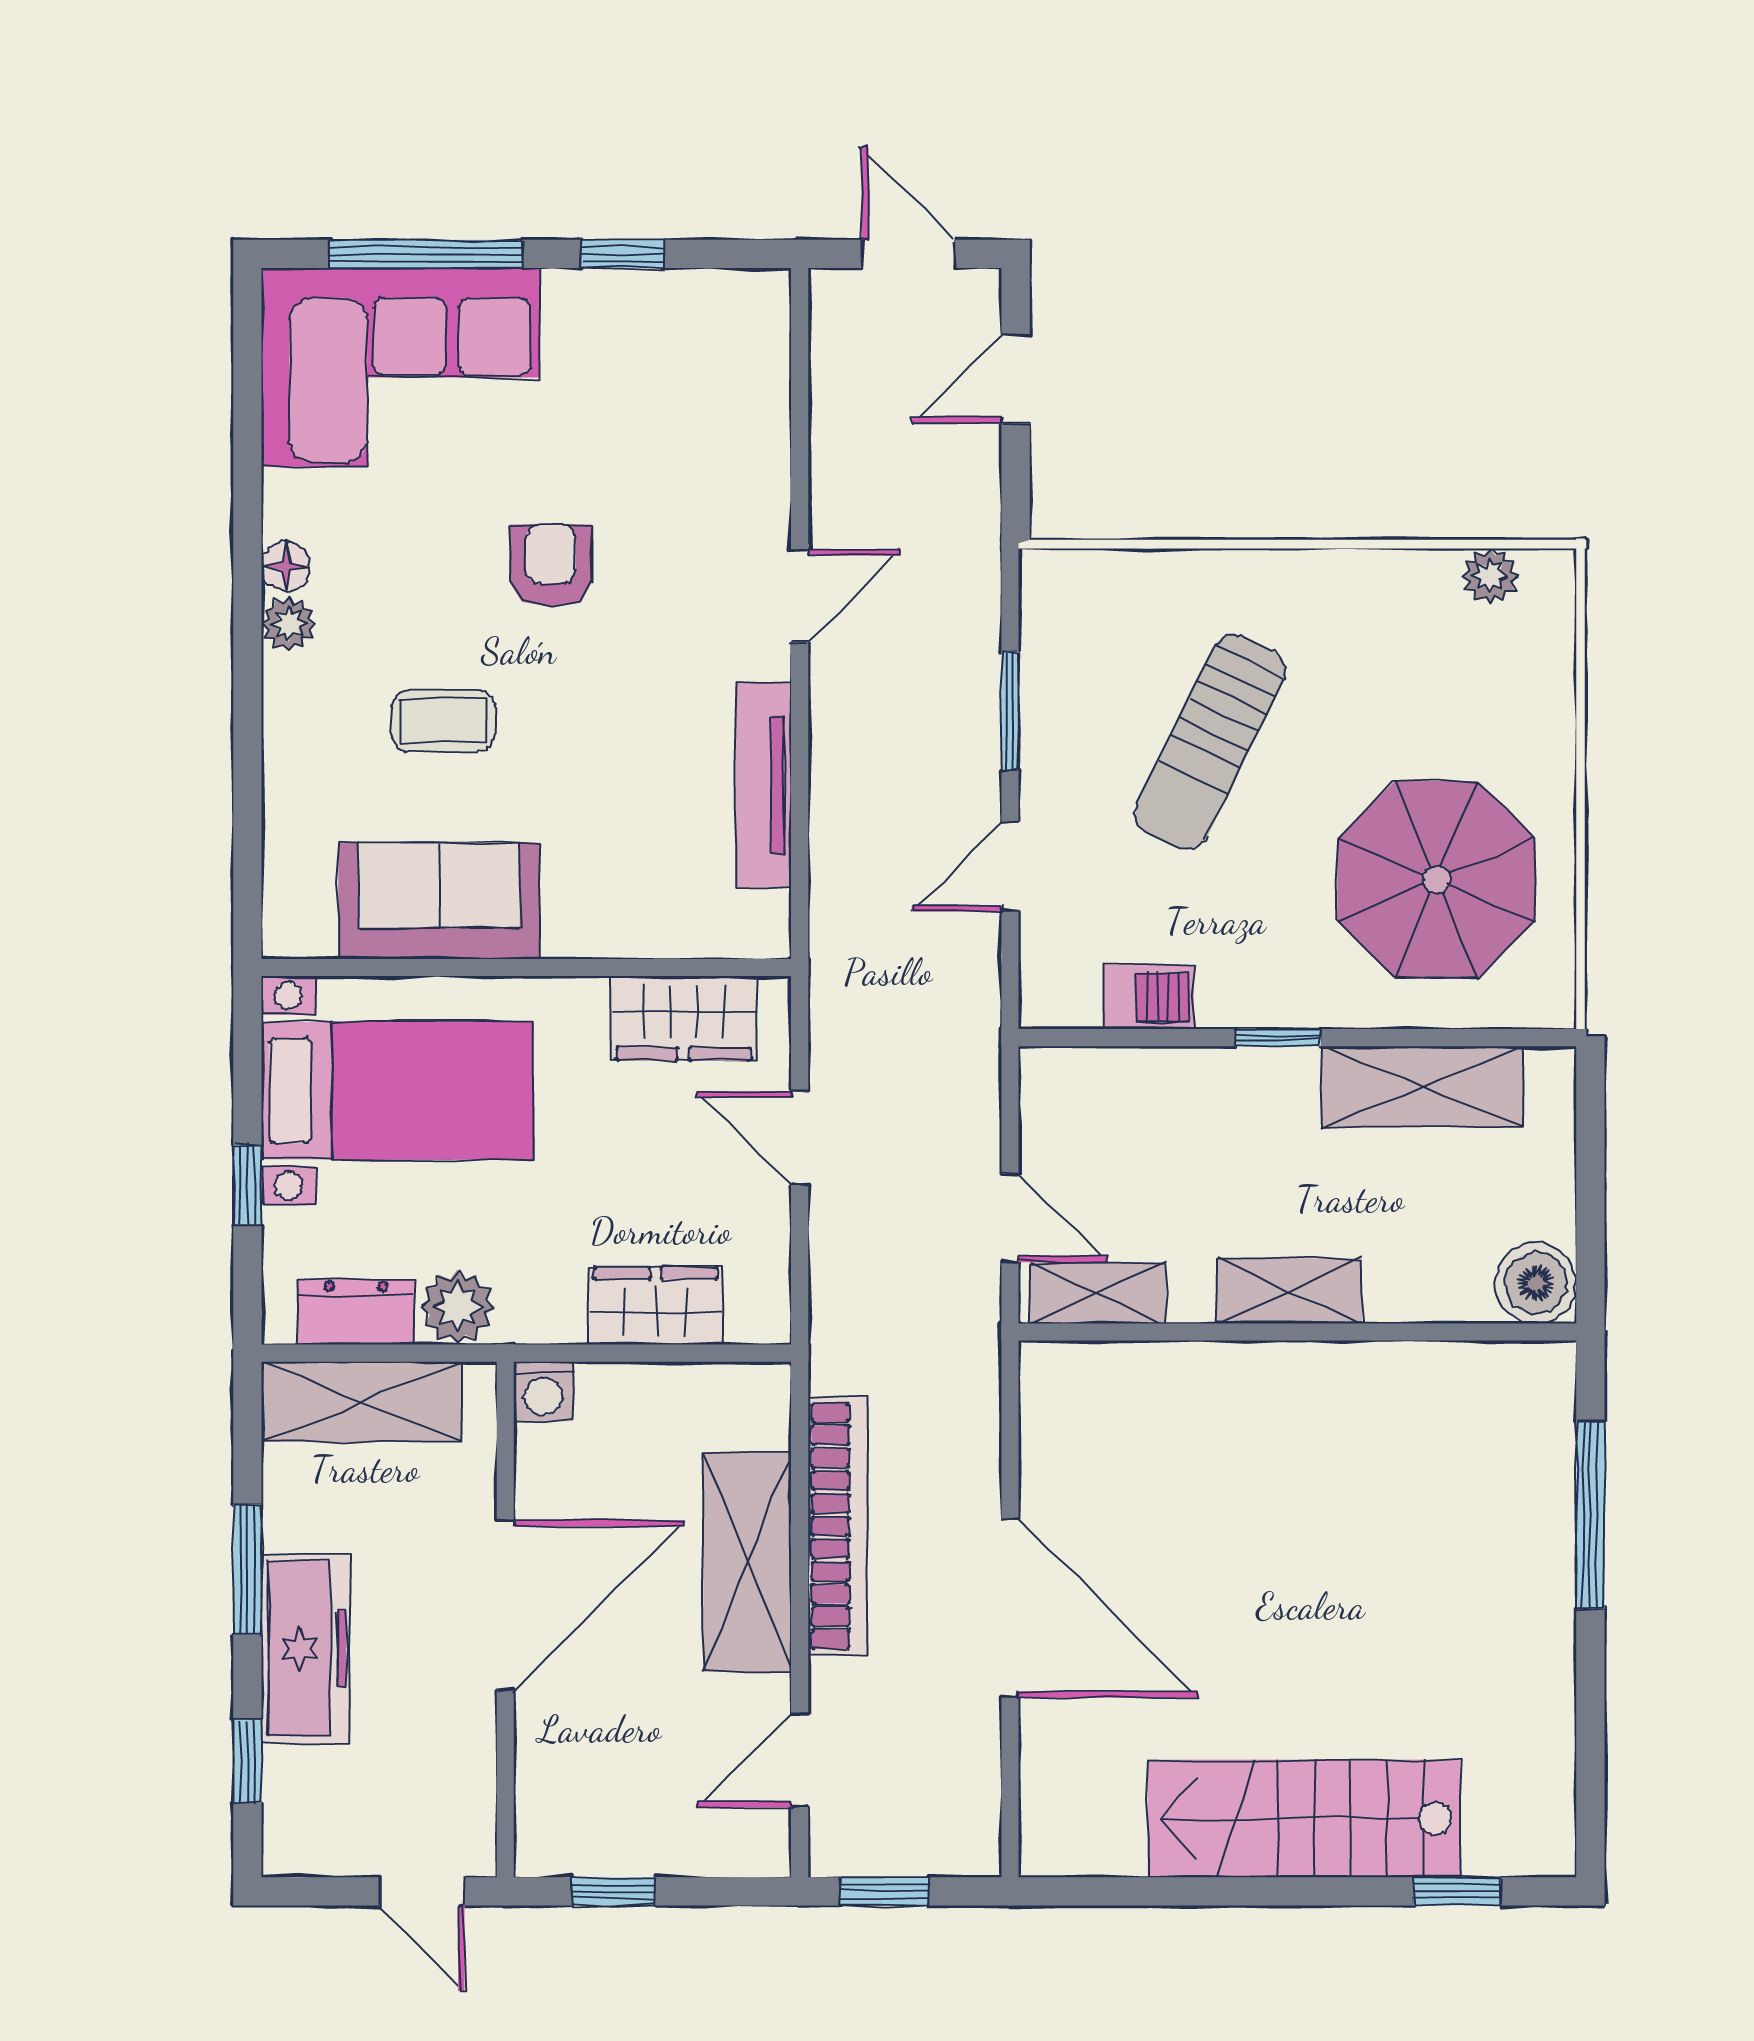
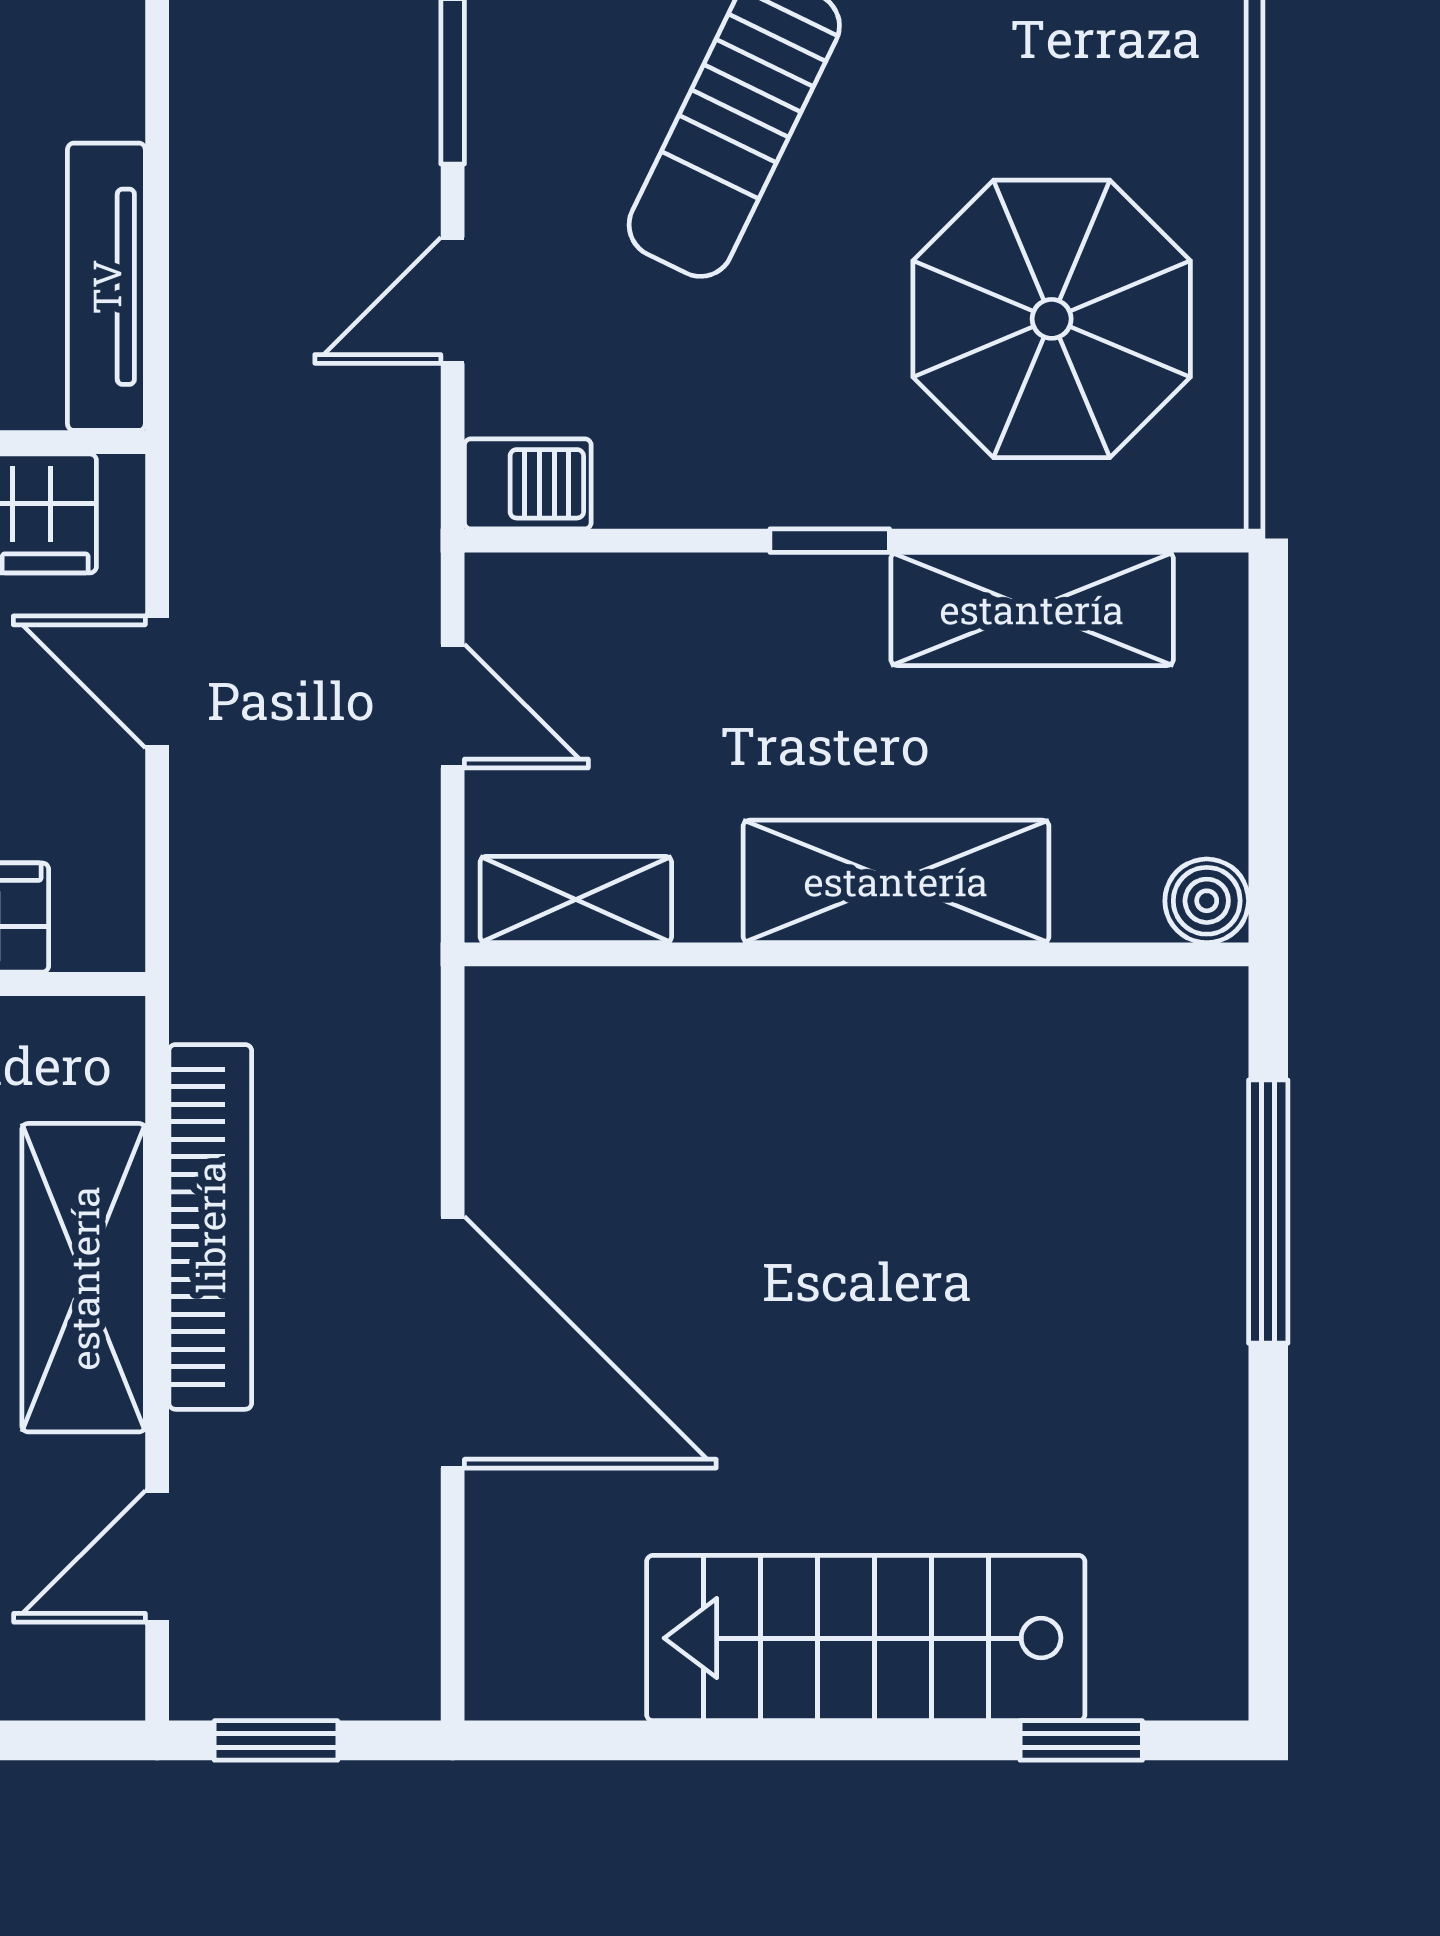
tv unit: (764, 785) -> (106, 287), moved
barbecue: (1149, 997) -> (528, 484), moved
door: (1010, 1218) -> (453, 706), moved
boiler: (1536, 1283) -> (1207, 901), width x0.73, depth x0.73
shelving: (1289, 1291) -> (896, 881), width x1.50, depth x1.33

